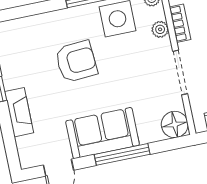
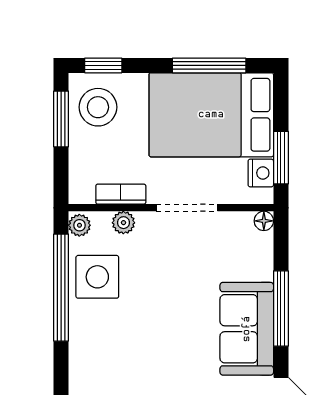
armchair: (76, 61) -> (143, 344), removed
floor lamp: (175, 124) -> (264, 221), width x0.53, depth x0.53

